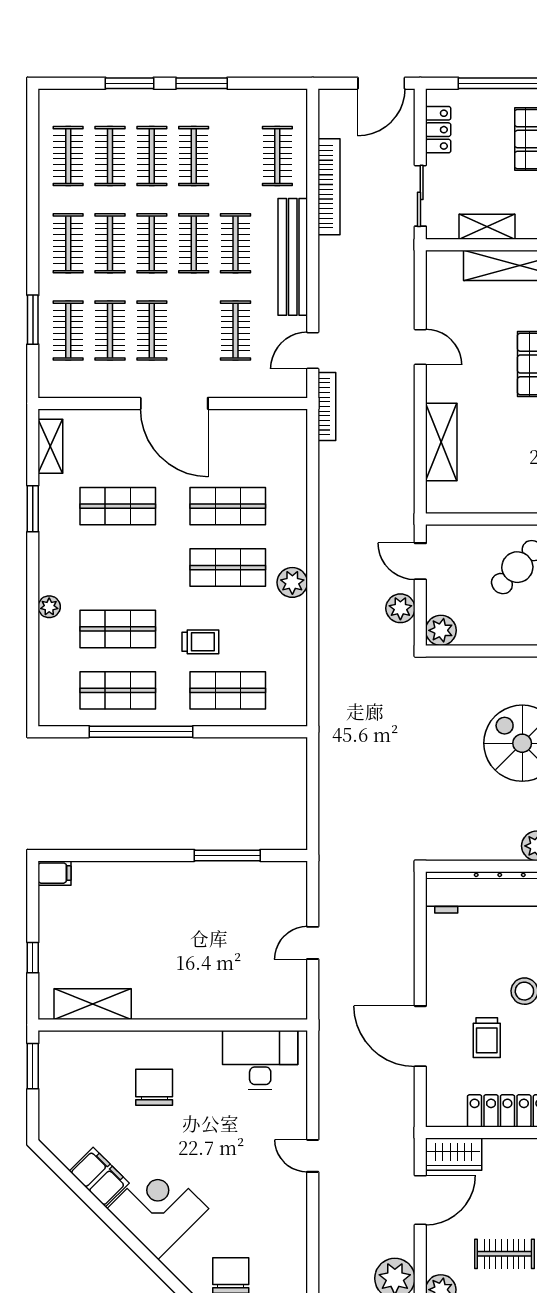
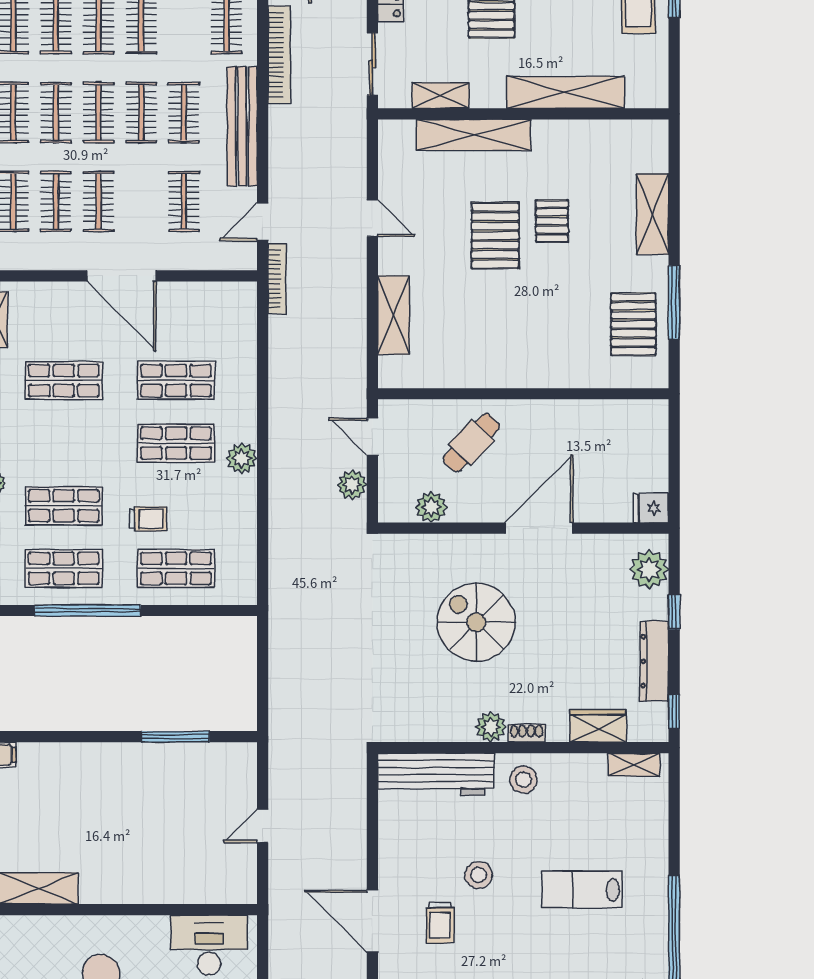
plant: (441, 630) -> (431, 507), moved

